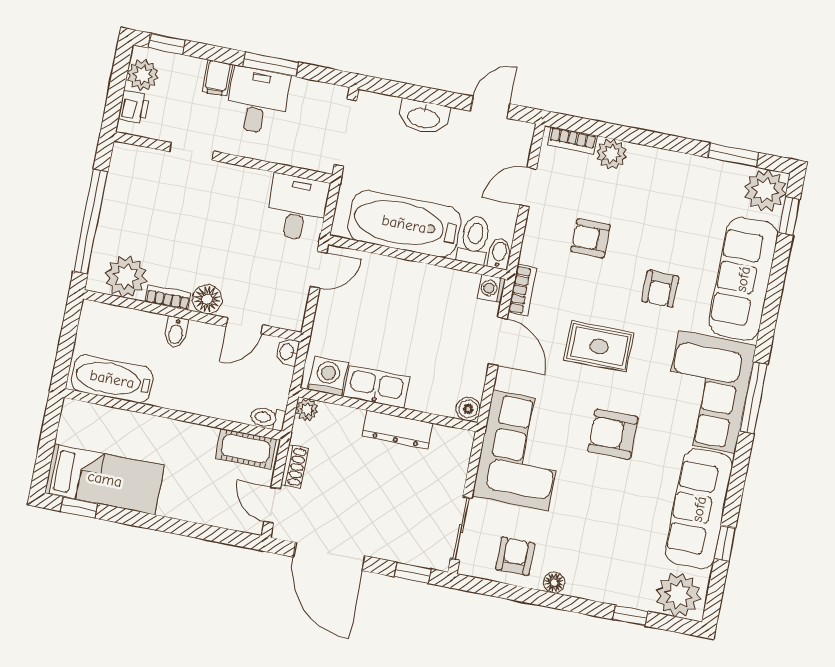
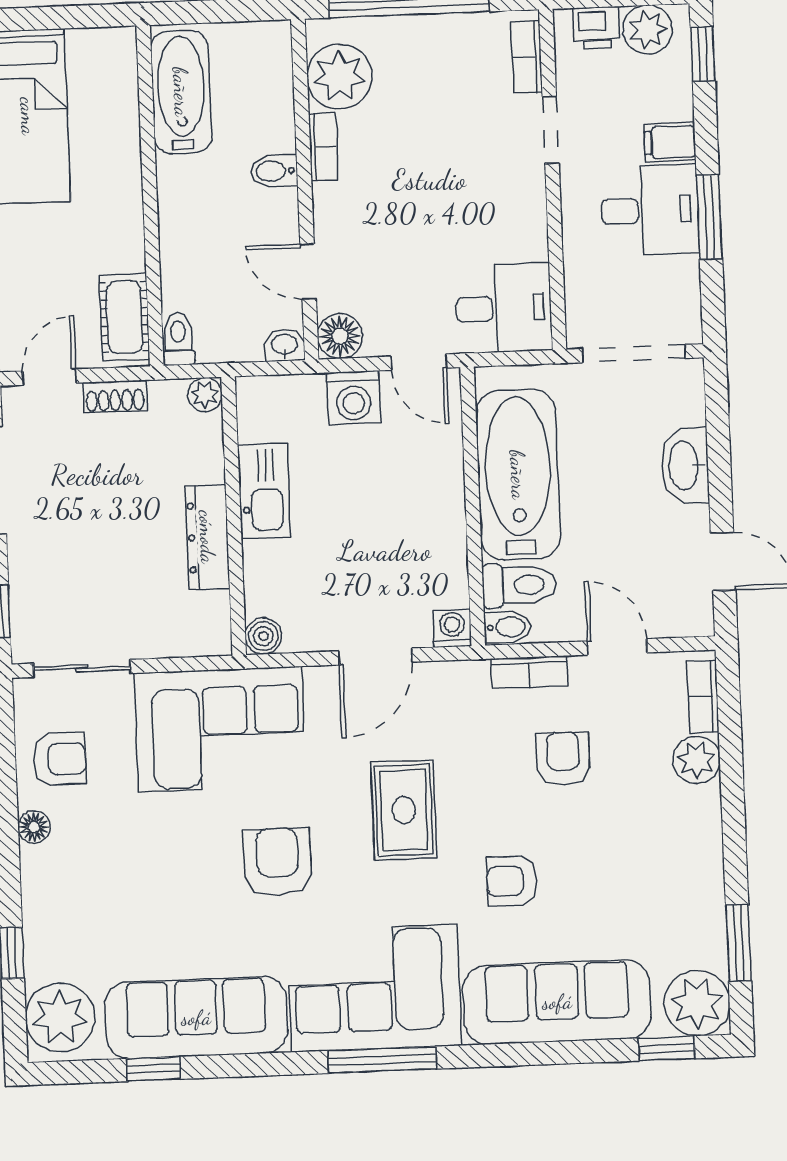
bookcase: (142, 156) -> (527, 57), added
bookcase: (522, 290) -> (529, 672), moved
floor lamp: (207, 299) -> (340, 336), moved
washing machine: (328, 376) -> (354, 398), moved, turned 90

